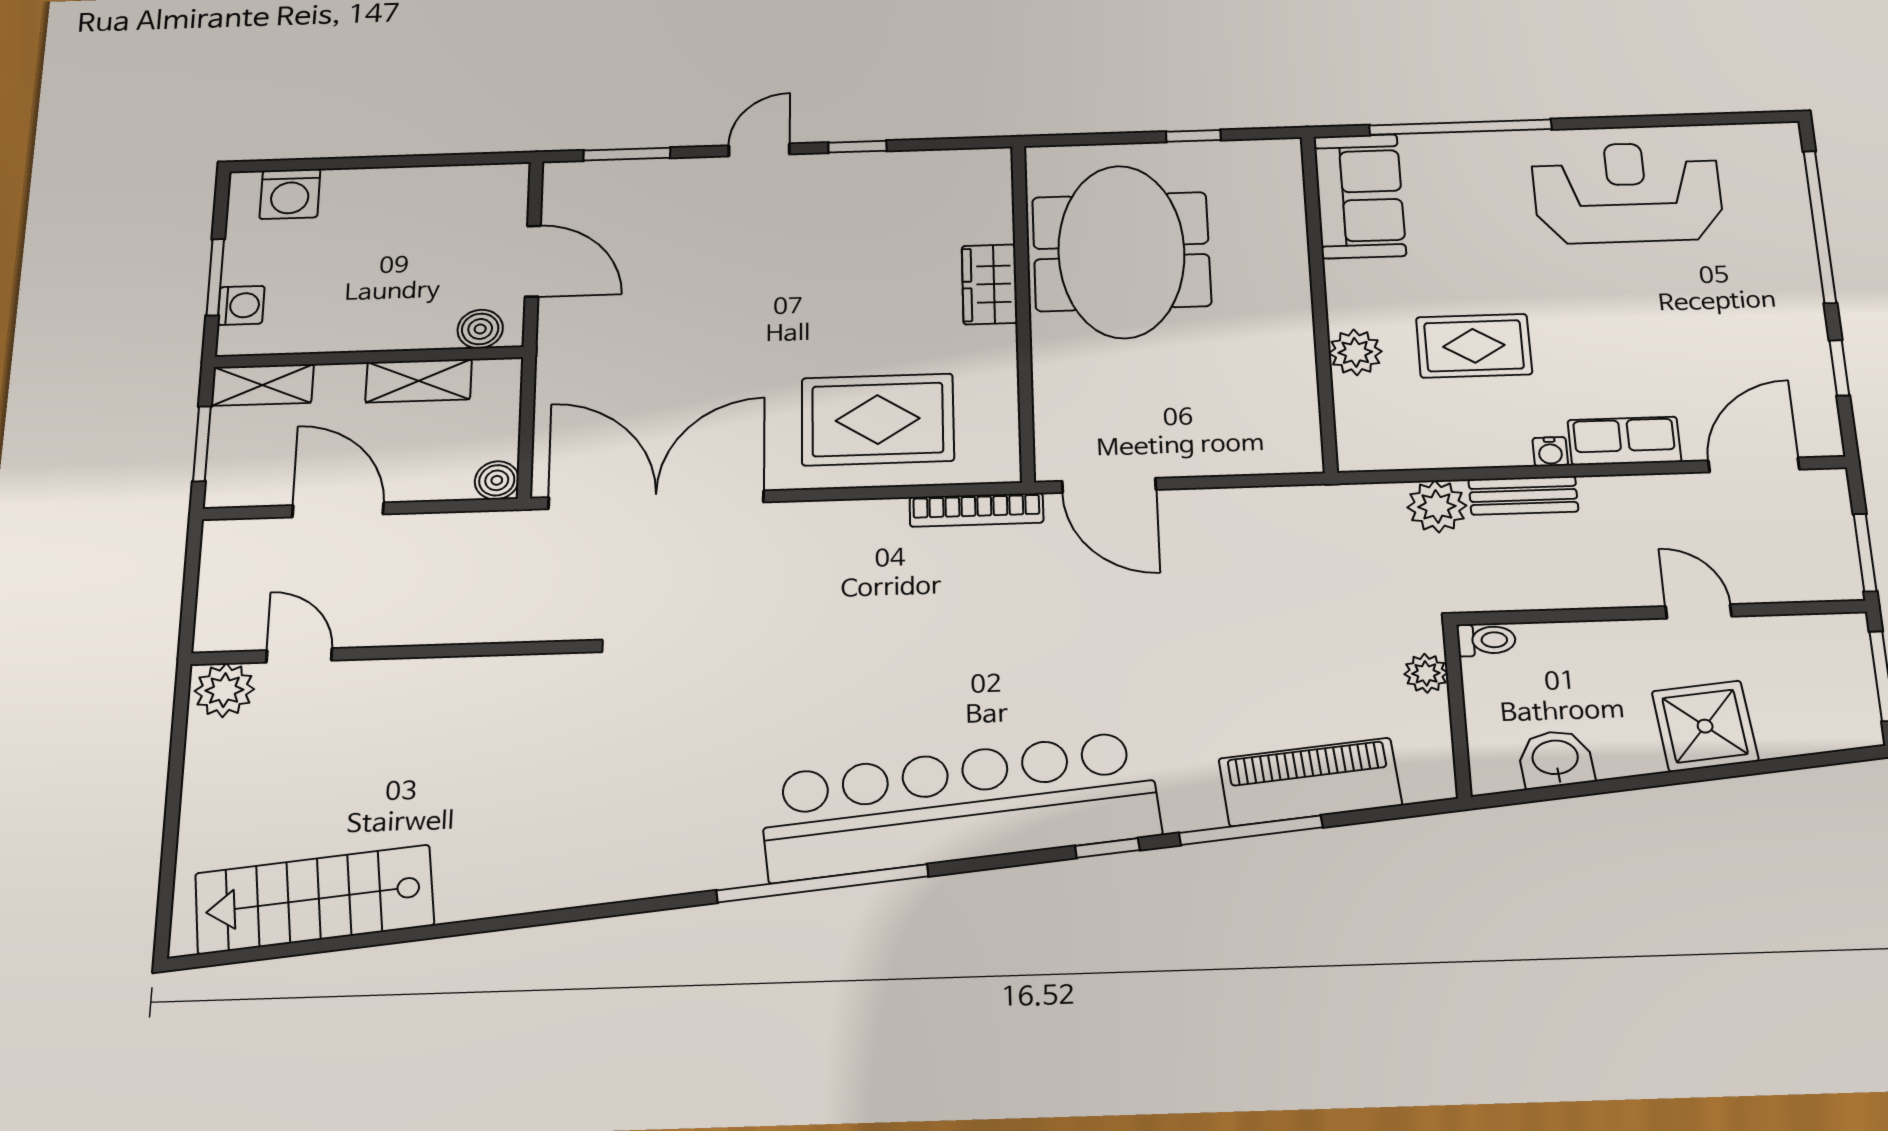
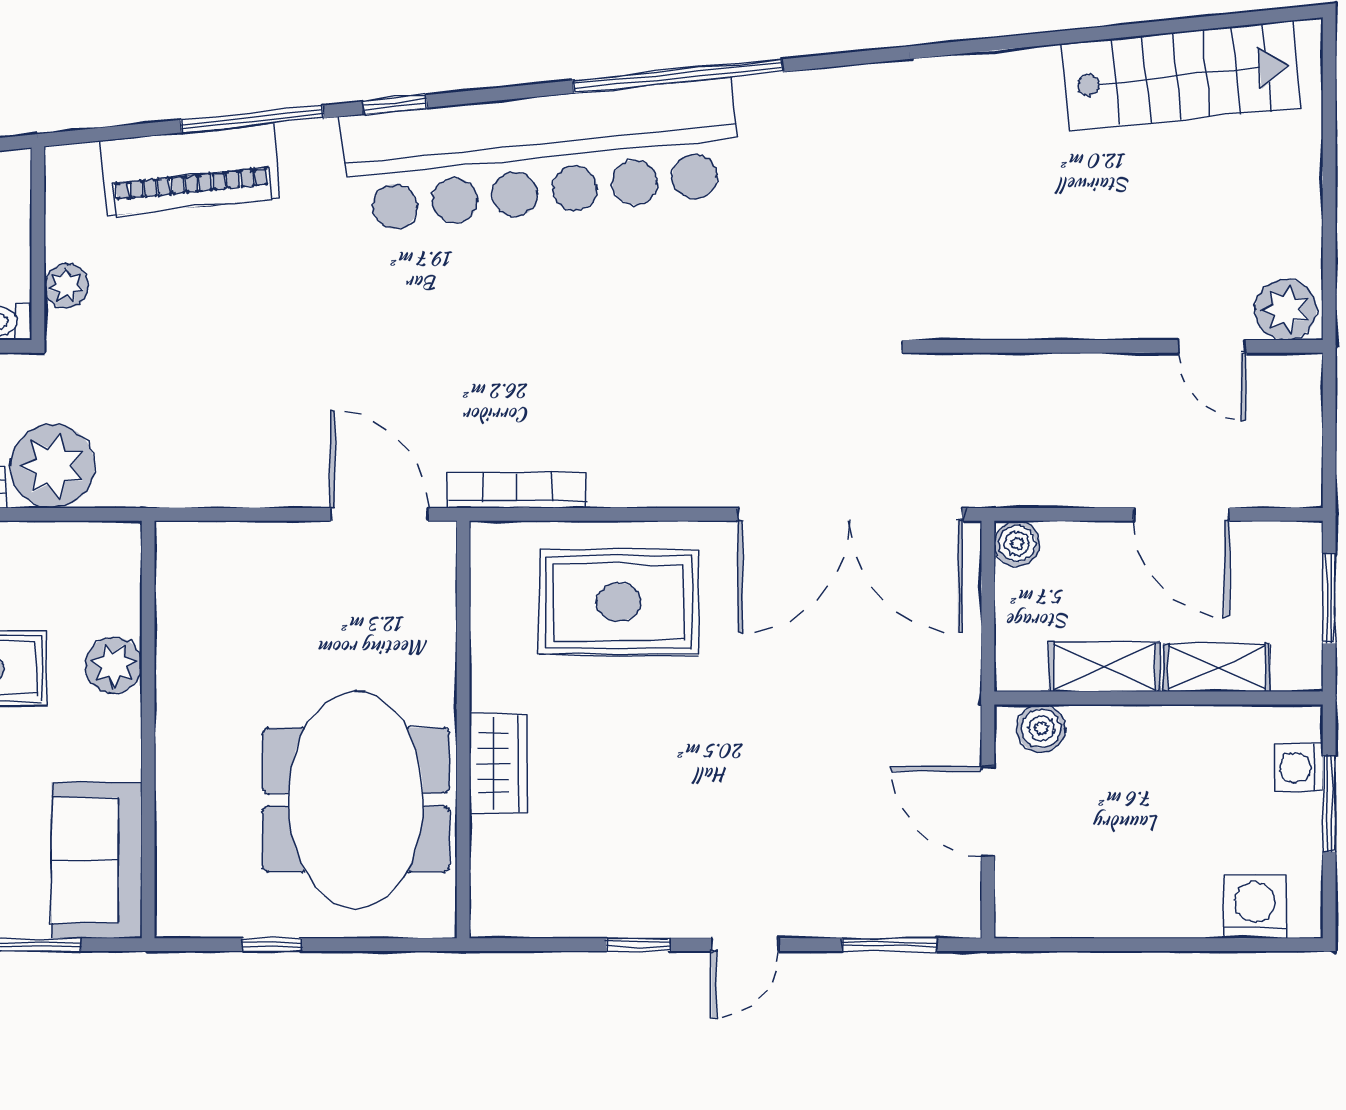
shelving: (262, 385) -> (1217, 668), moved
plant: (1437, 506) -> (52, 466), width x1.36, depth x1.36

